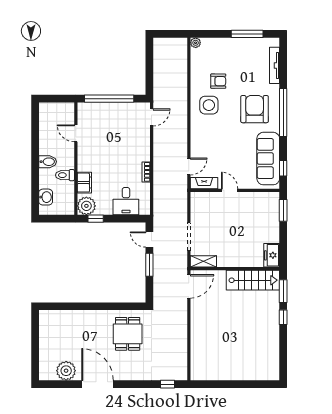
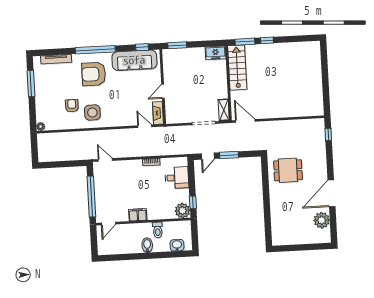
door: (76, 133) -> (109, 224), moved
filing cabinet: (84, 183) -> (138, 215), moved

